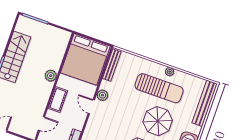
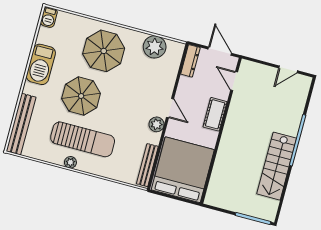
plant: (51, 76) -> (227, 145), removed
sun lounger: (159, 88) -> (83, 139), turned 180
door: (41, 124) -> (234, 81), hinge flipped

